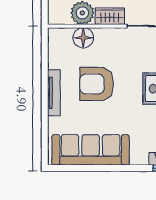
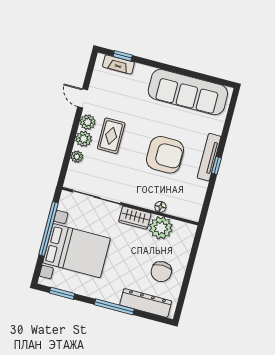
floor lamp: (83, 38) -> (160, 207), width x0.53, depth x0.53
window: (45, 87) -> (216, 165), added

